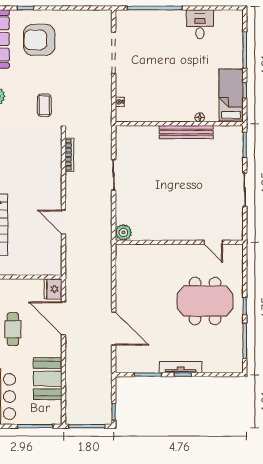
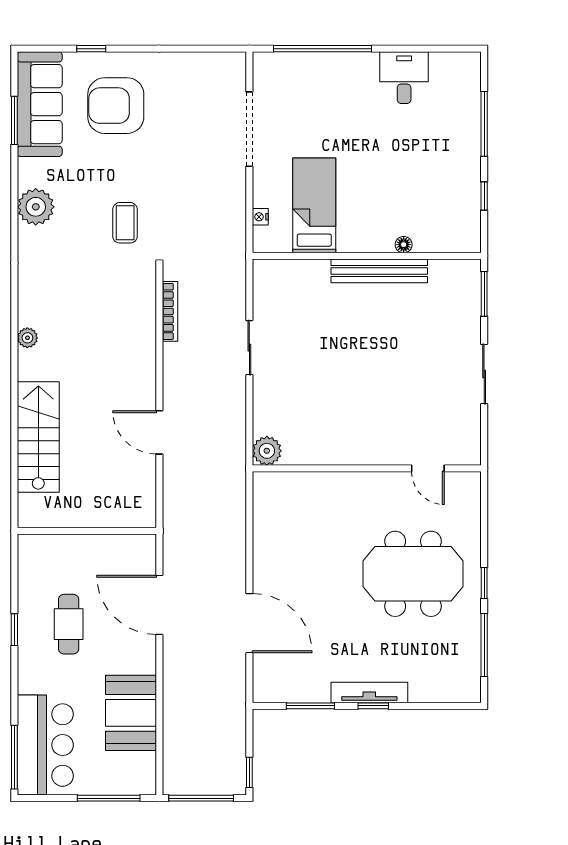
bed: (231, 95) -> (314, 205), moved
fridge: (53, 289) -> (141, 552), removed

